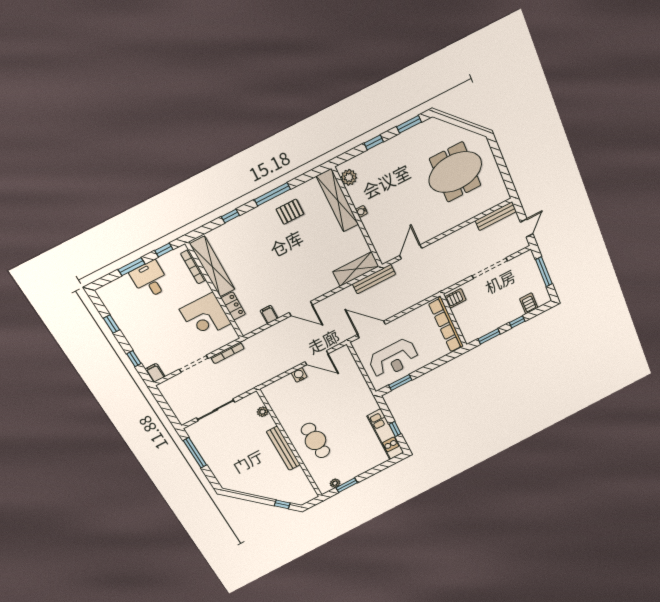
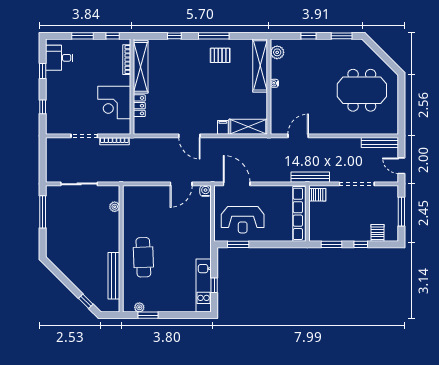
door: (527, 228) -> (401, 166), swing flipped
bench: (374, 279) -> (310, 177), moved
desk: (150, 280) -> (59, 58), moved, turned -90
filing cabinet: (269, 315) -> (223, 127), moved
door: (317, 358) -> (181, 184), hinge flipped
filing cabinet: (155, 373) -> (51, 127), removed
water cooler: (299, 375) -> (206, 191), moved
bench: (283, 448) -> (114, 276), moved

